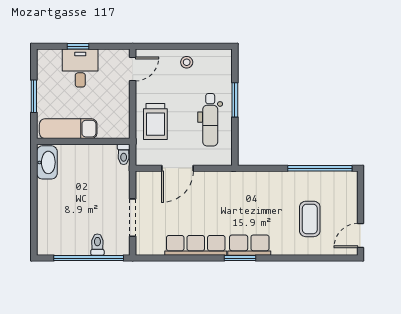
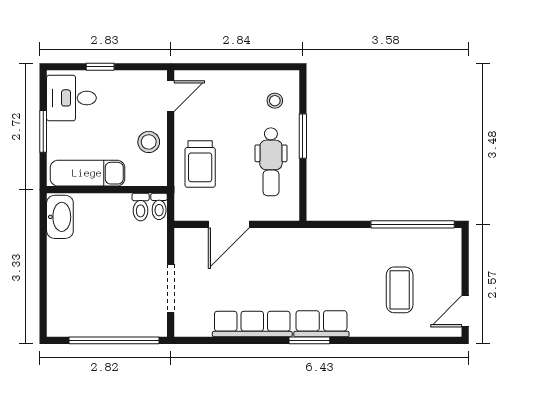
stool: (187, 62) -> (275, 101), moved
desk: (80, 68) -> (71, 98), moved, turned -90
stool: (116, 104) -> (149, 142), added
toilet: (97, 245) -> (141, 207), moved, turned 180

